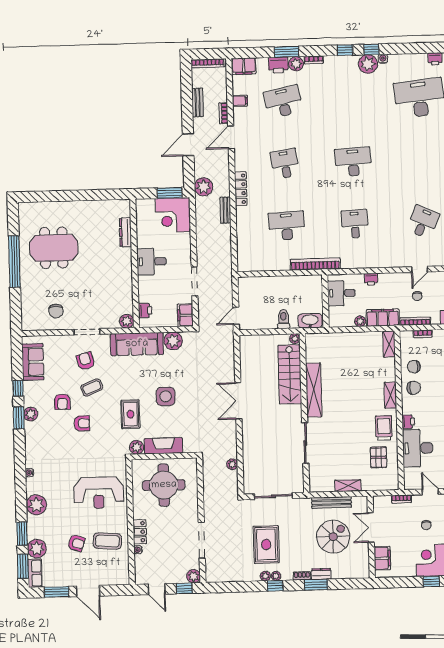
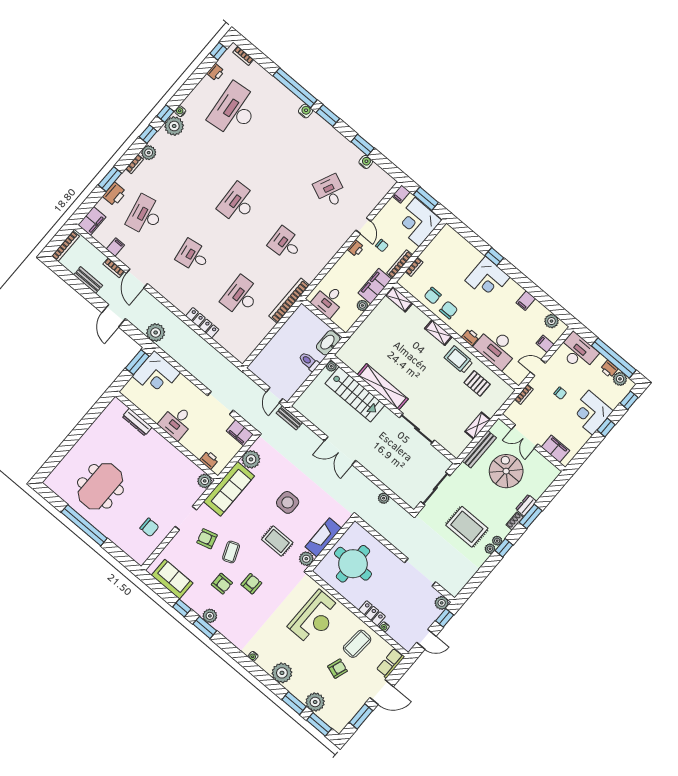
plant: (296, 64) -> (149, 153), moved
locker: (241, 189) -> (202, 323), moved
bench: (225, 210) -> (289, 418), moved
printer: (371, 279) -> (356, 248), moved
row of seats: (35, 573) -> (390, 663), moved, turned -90

